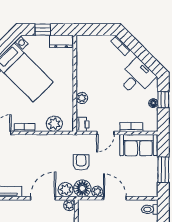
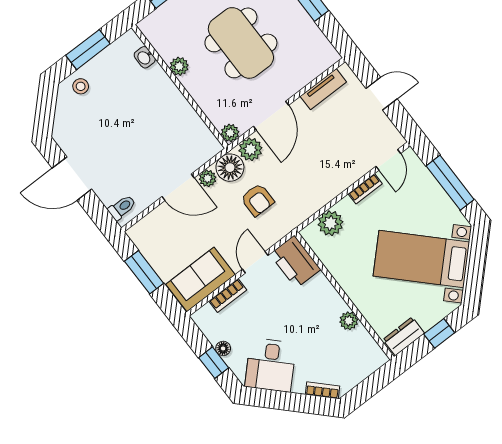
plant: (82, 98) -> (349, 321), moved
printer: (83, 124) -> (295, 262), width x1.87, depth x1.48

